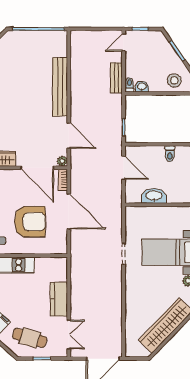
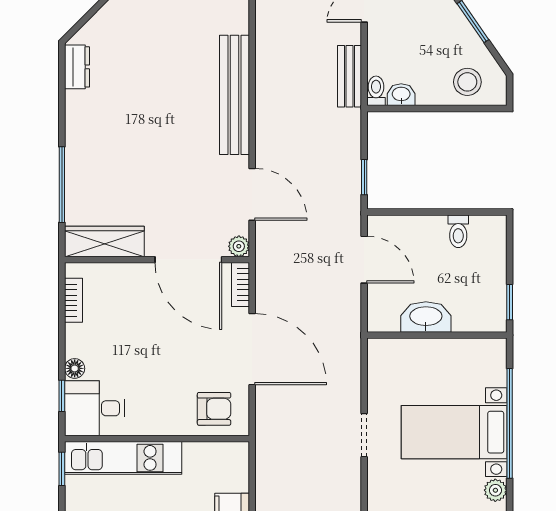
armchair: (30, 222) -> (214, 409), moved, width x0.53, depth x0.53

